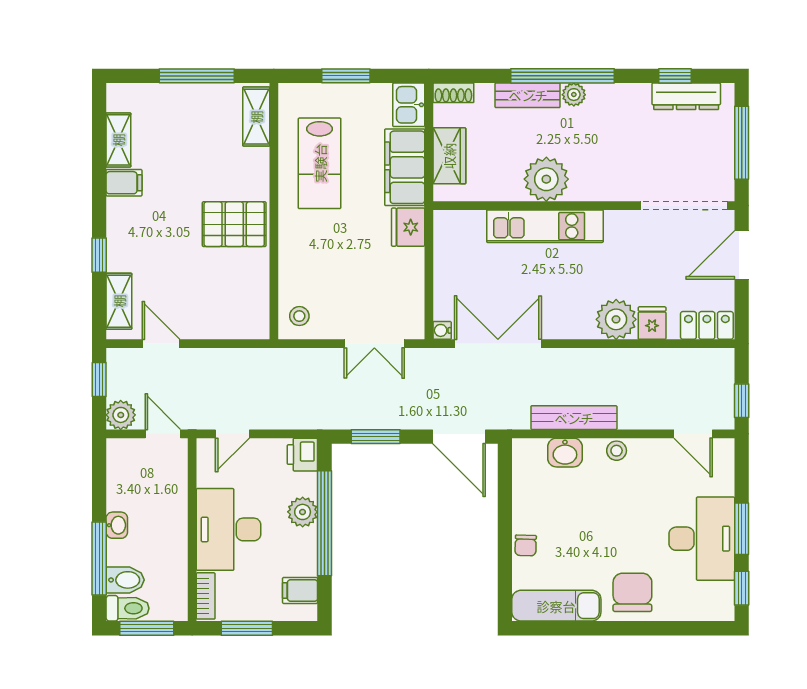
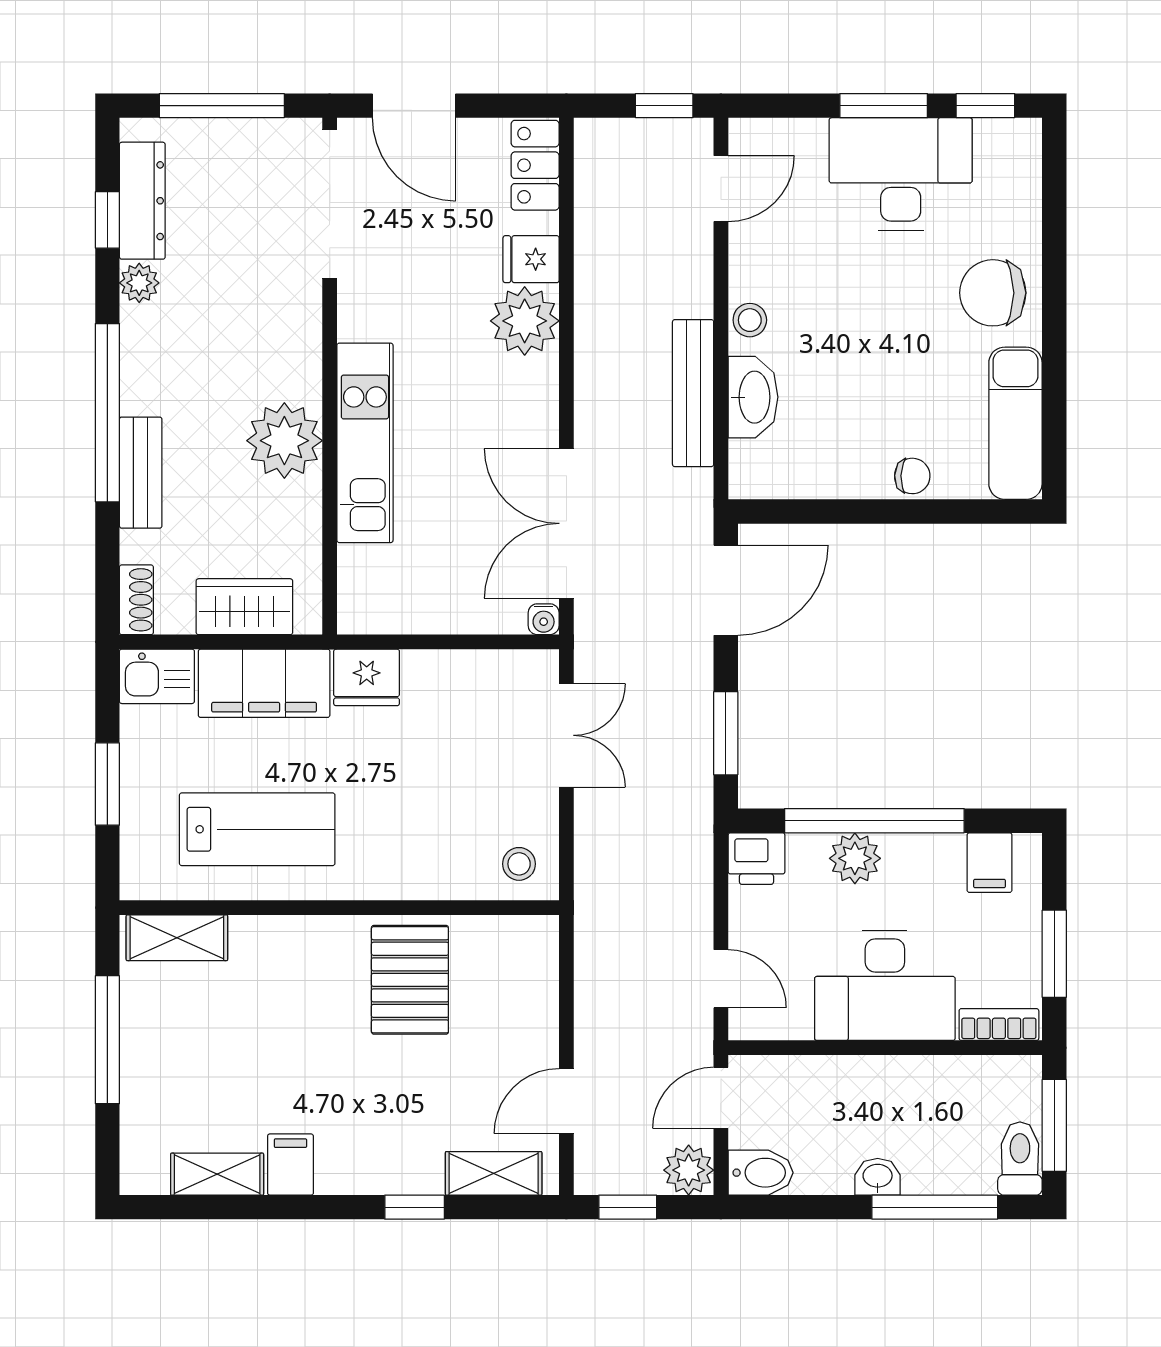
plant: (574, 95) -> (139, 283), moved
pallet: (234, 224) -> (410, 980), moved
washbasin: (565, 453) -> (753, 397), width x1.38
bidet: (125, 580) -> (761, 1173), moved, turned 90

